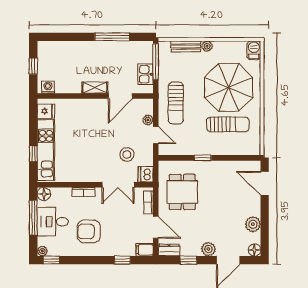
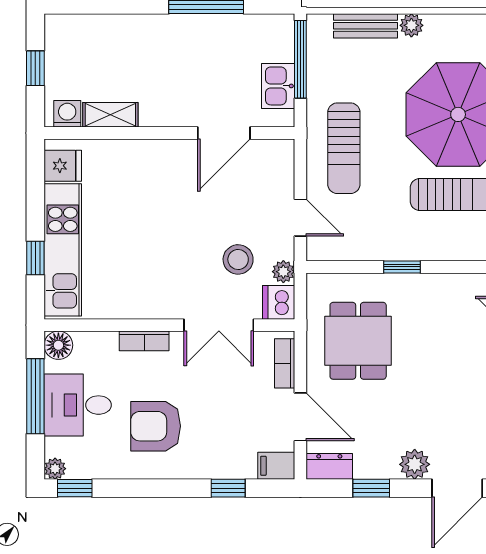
shelving: (95, 88) -> (110, 115), moved
plant: (148, 120) -> (283, 272), moved

